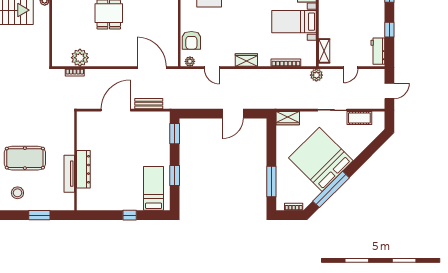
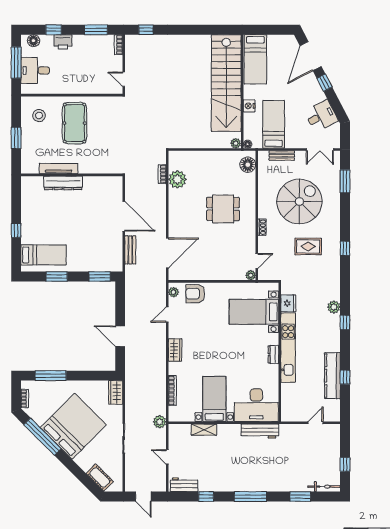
shelving: (324, 51) -> (204, 430), moved
cot: (359, 118) -> (100, 477), moved, turned -45

